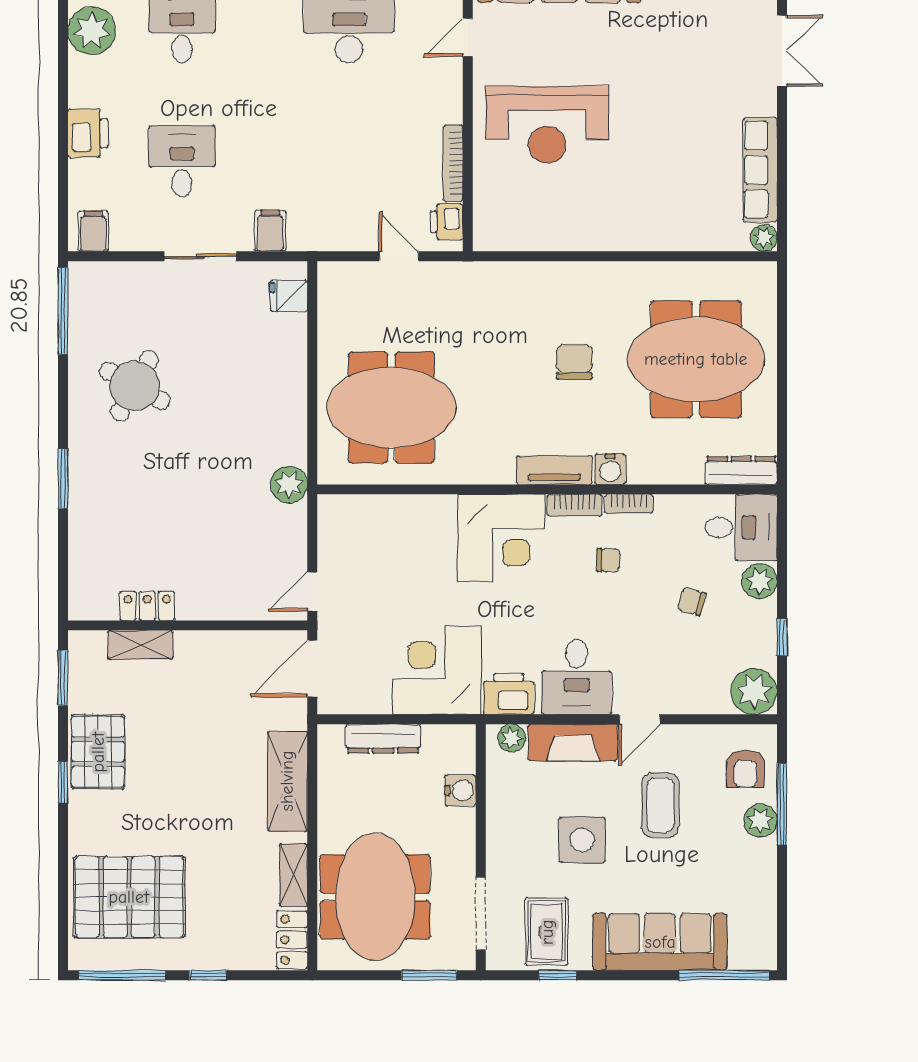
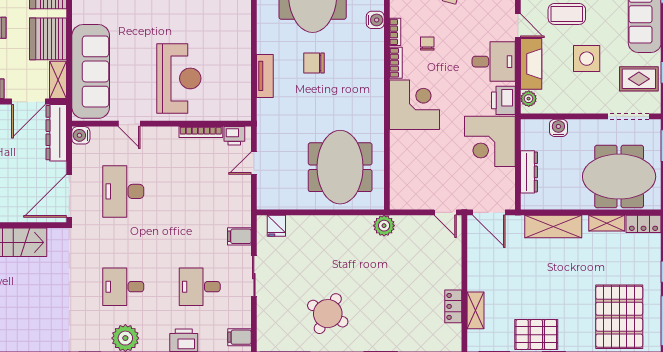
water cooler: (610, 469) -> (375, 20), moved
tv unit: (554, 470) -> (265, 76), moved, turned 180

